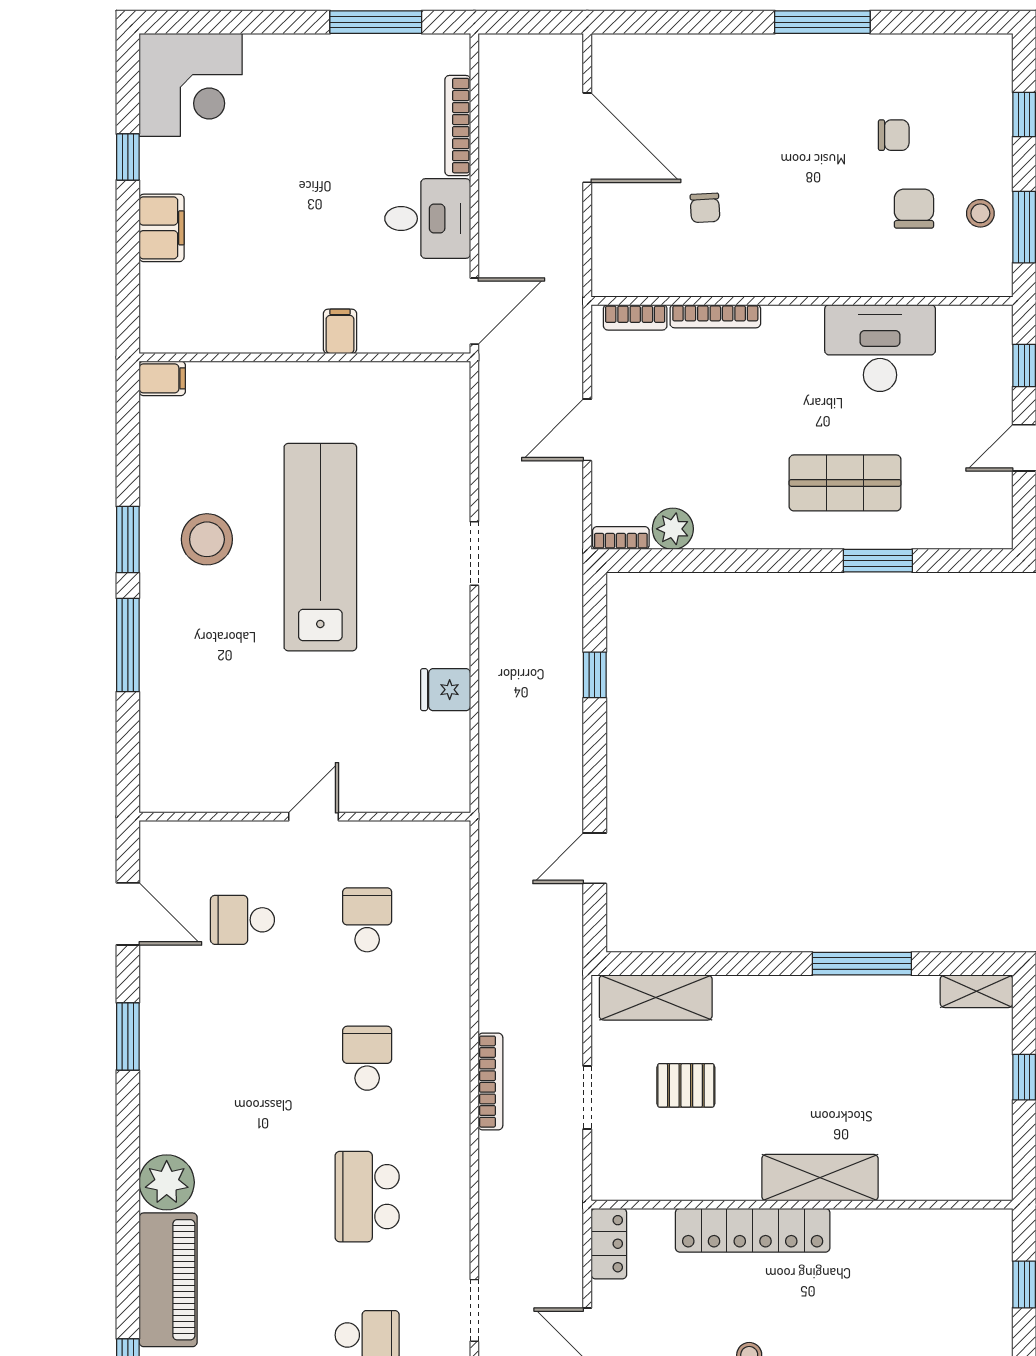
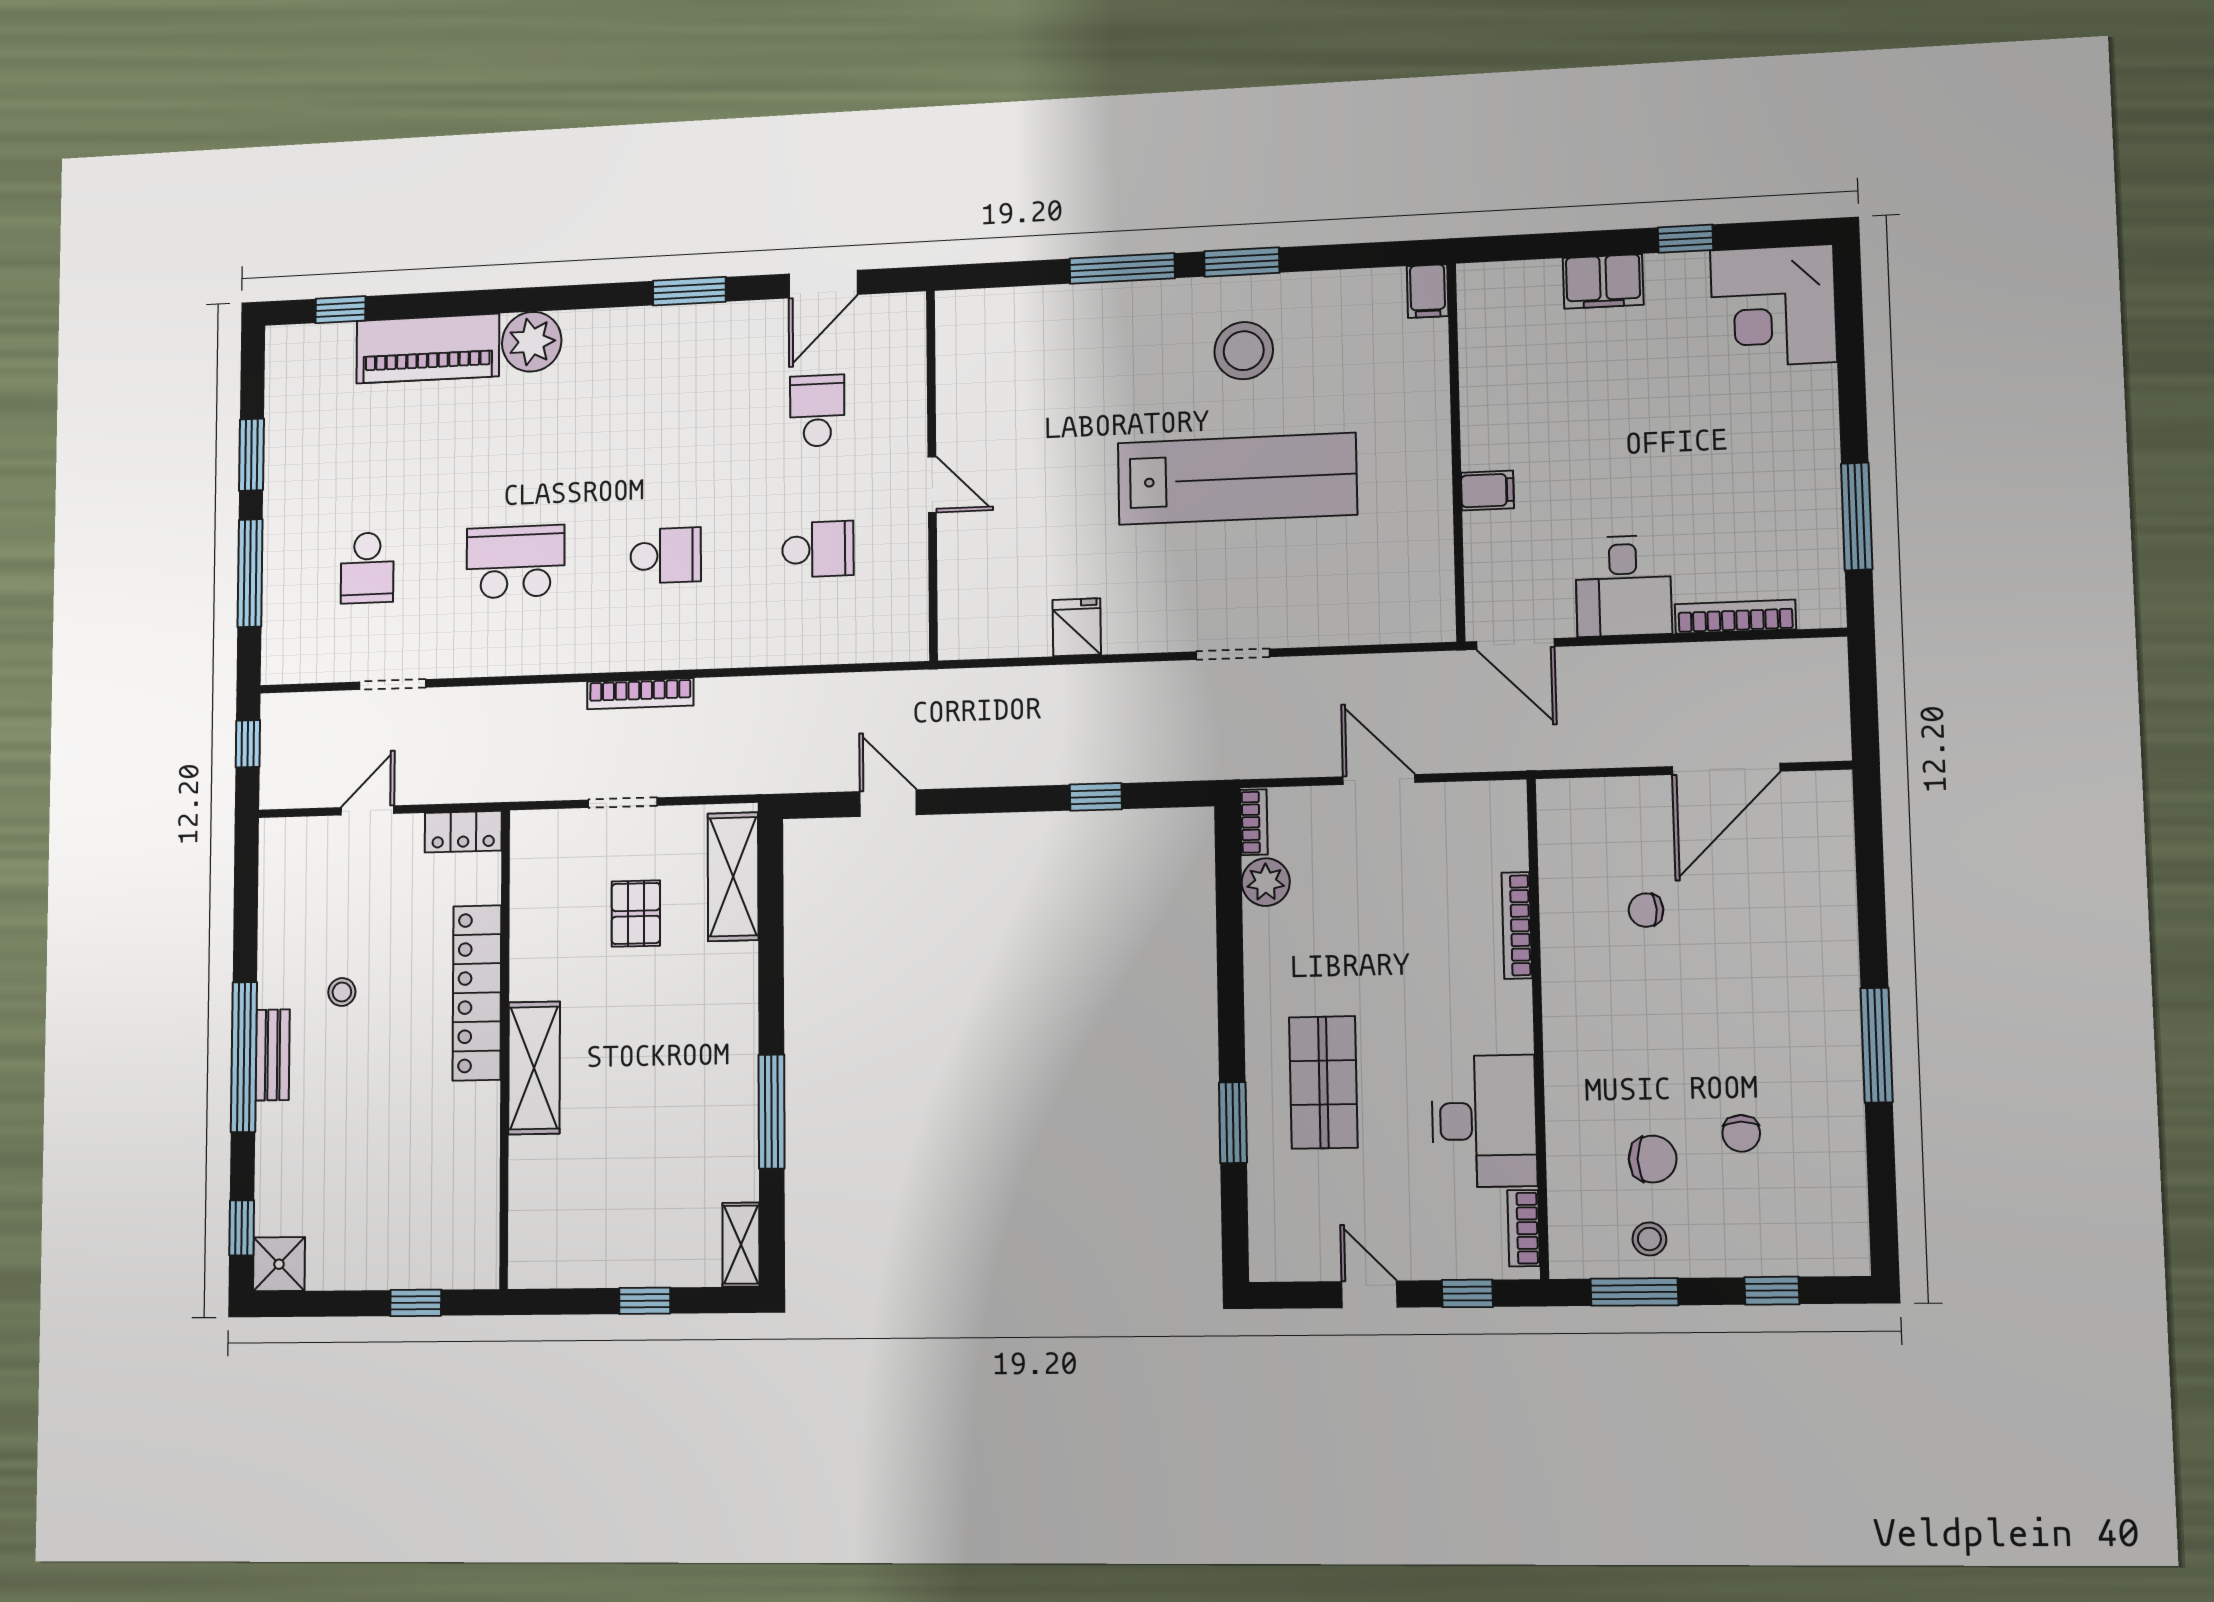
bookcase: (635, 317) -> (1524, 1228), moved

